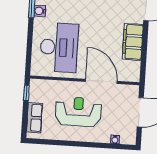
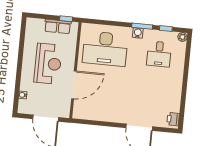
filing cabinet: (133, 42) -> (108, 114), removed
row of seats: (35, 118) -> (58, 26), moved

